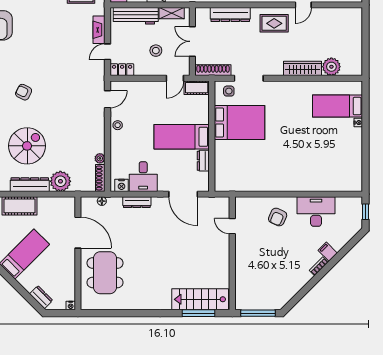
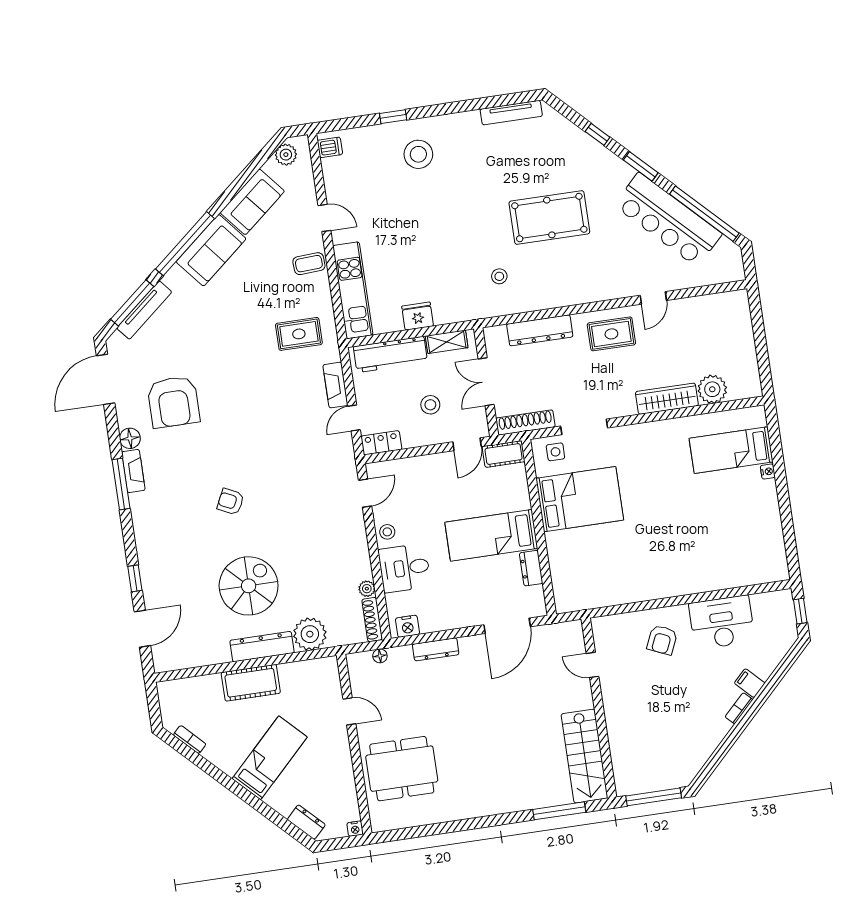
desk: (143, 177) -> (405, 568), moved, turned 90
door: (183, 194) -> (507, 626), hinge flipped
door: (78, 233) -> (349, 711), width x0.53
dining table: (105, 273) -> (402, 769), turned 90
stairs: (200, 299) -> (585, 756), moved, turned -90

